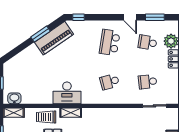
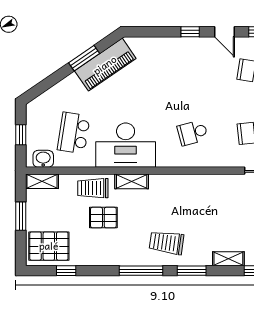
window: (78, 17) -> (190, 32), moved
school desk: (110, 42) -> (74, 133), moved
desk: (67, 93) -> (126, 145), width x1.36, depth x1.30

